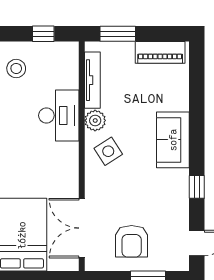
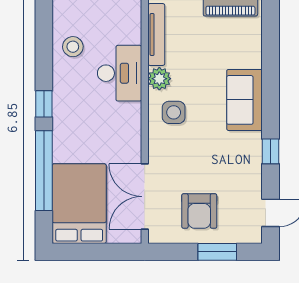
stool: (16, 68) -> (73, 47), moved
side table: (108, 151) -> (174, 112), turned 33

